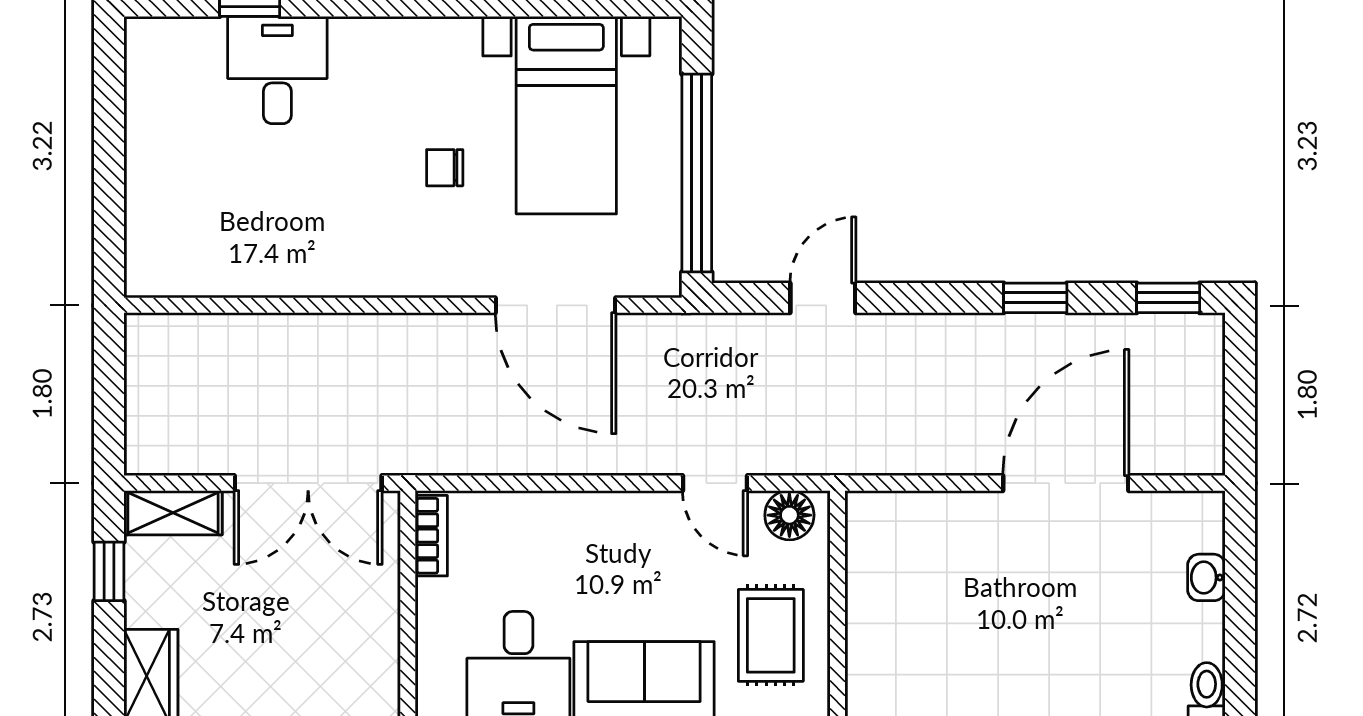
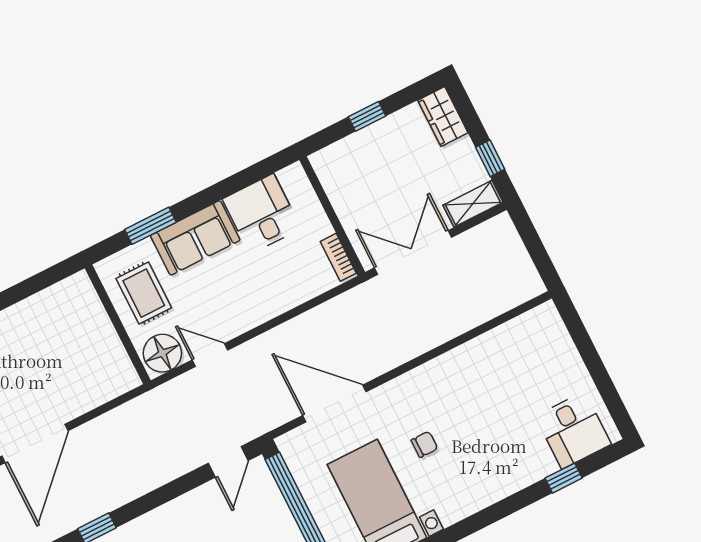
desk: (277, 70) -> (573, 430), moved
door: (823, 298) -> (228, 462), moved
floor lamp: (789, 515) -> (162, 353), width x1.38, depth x1.38

